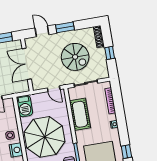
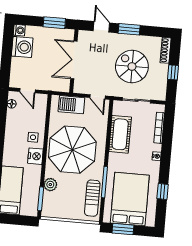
spiral stairs: (75, 57) -> (132, 67), turned 180
barbecue: (25, 106) -> (71, 105), moved, turned 90

